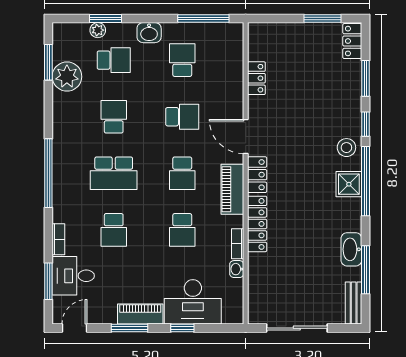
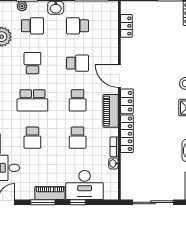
school desk: (182, 60) -> (78, 26), turned -90
locker: (256, 78) -> (126, 26), moved

